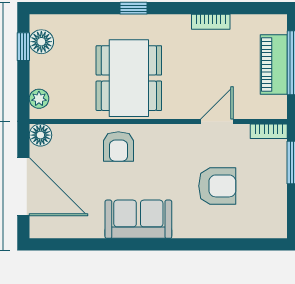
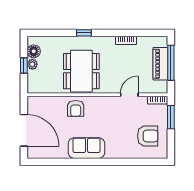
window: (23, 47) -> (24, 66), moved
plant: (39, 99) -> (32, 64), moved
floor lamp: (40, 135) -> (33, 102), removed
armchair: (217, 186) -> (148, 136), moved

